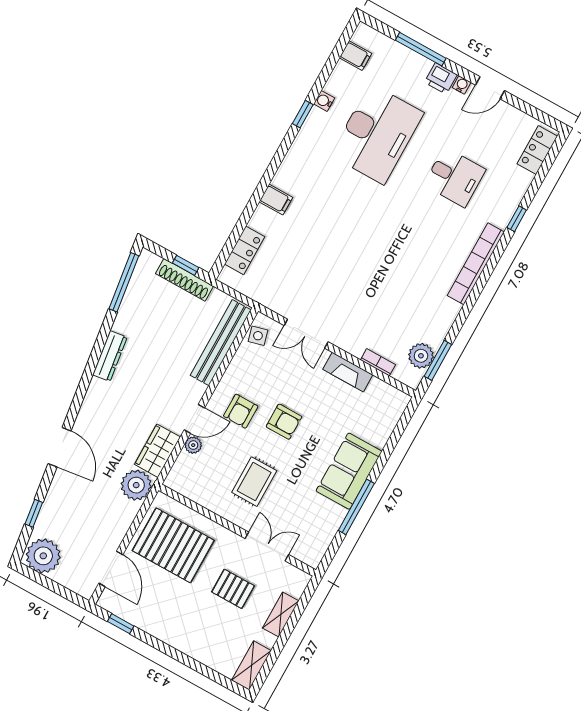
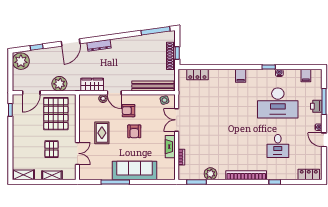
printer: (441, 78) -> (316, 106), moved
filing cabinet: (276, 200) -> (241, 76), moved
dresser: (110, 356) -> (99, 45), moved
plant: (421, 356) -> (210, 174), moved
sofa: (349, 471) -> (134, 170), width x1.36
rug: (254, 482) -> (102, 133), turned 90
plant: (136, 485) -> (59, 84), moved

